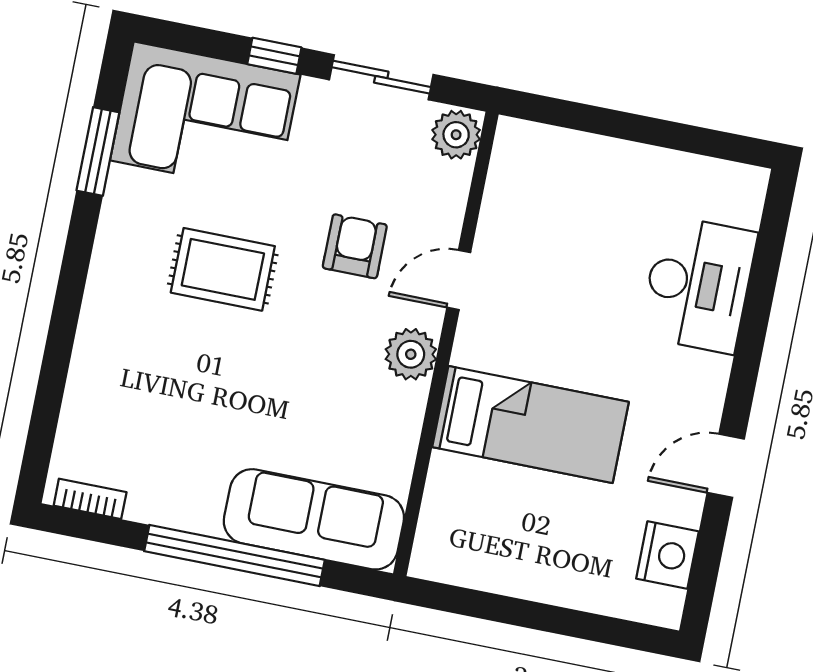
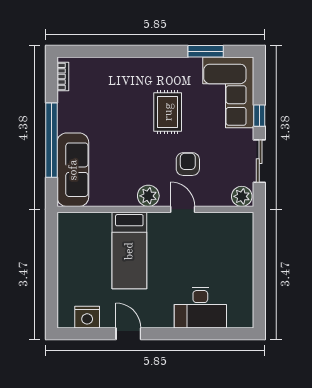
armchair: (355, 246) -> (188, 164), turned -90

